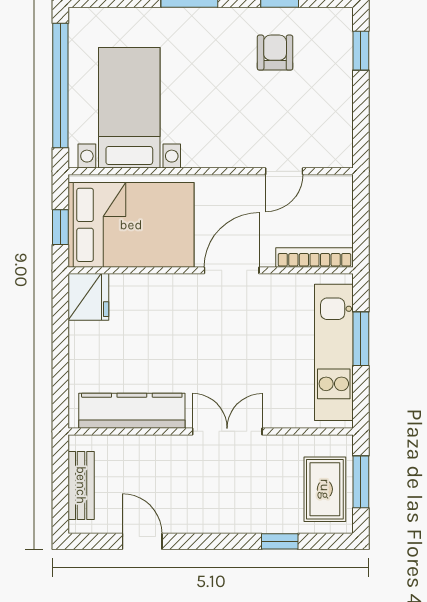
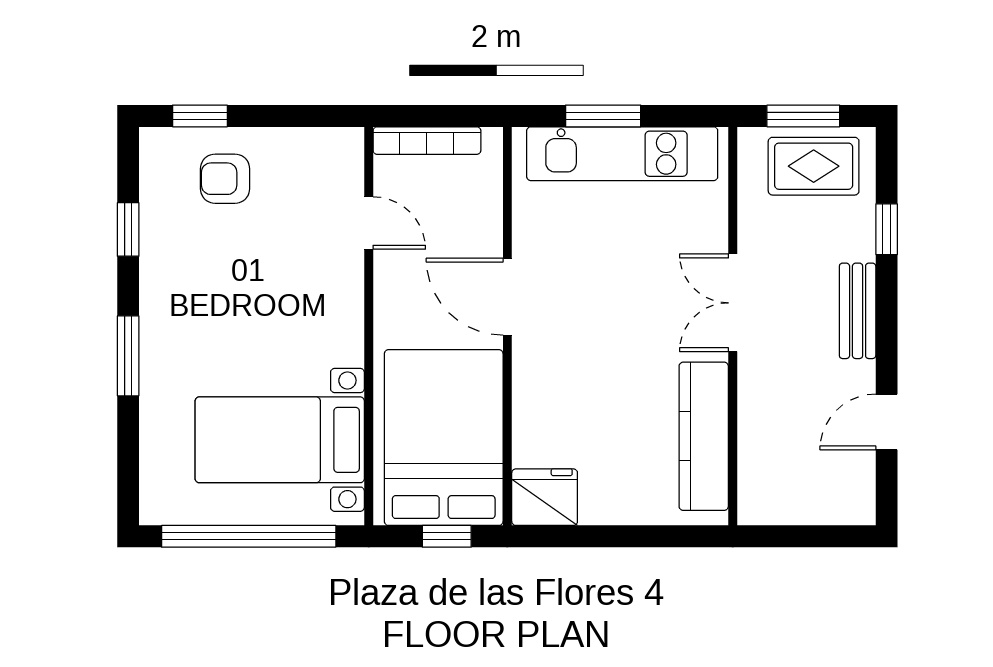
armchair: (275, 53) -> (225, 179), moved
bookcase: (314, 257) -> (427, 141), moved, turned -90
bench: (81, 485) -> (858, 311), moved, turned 90

